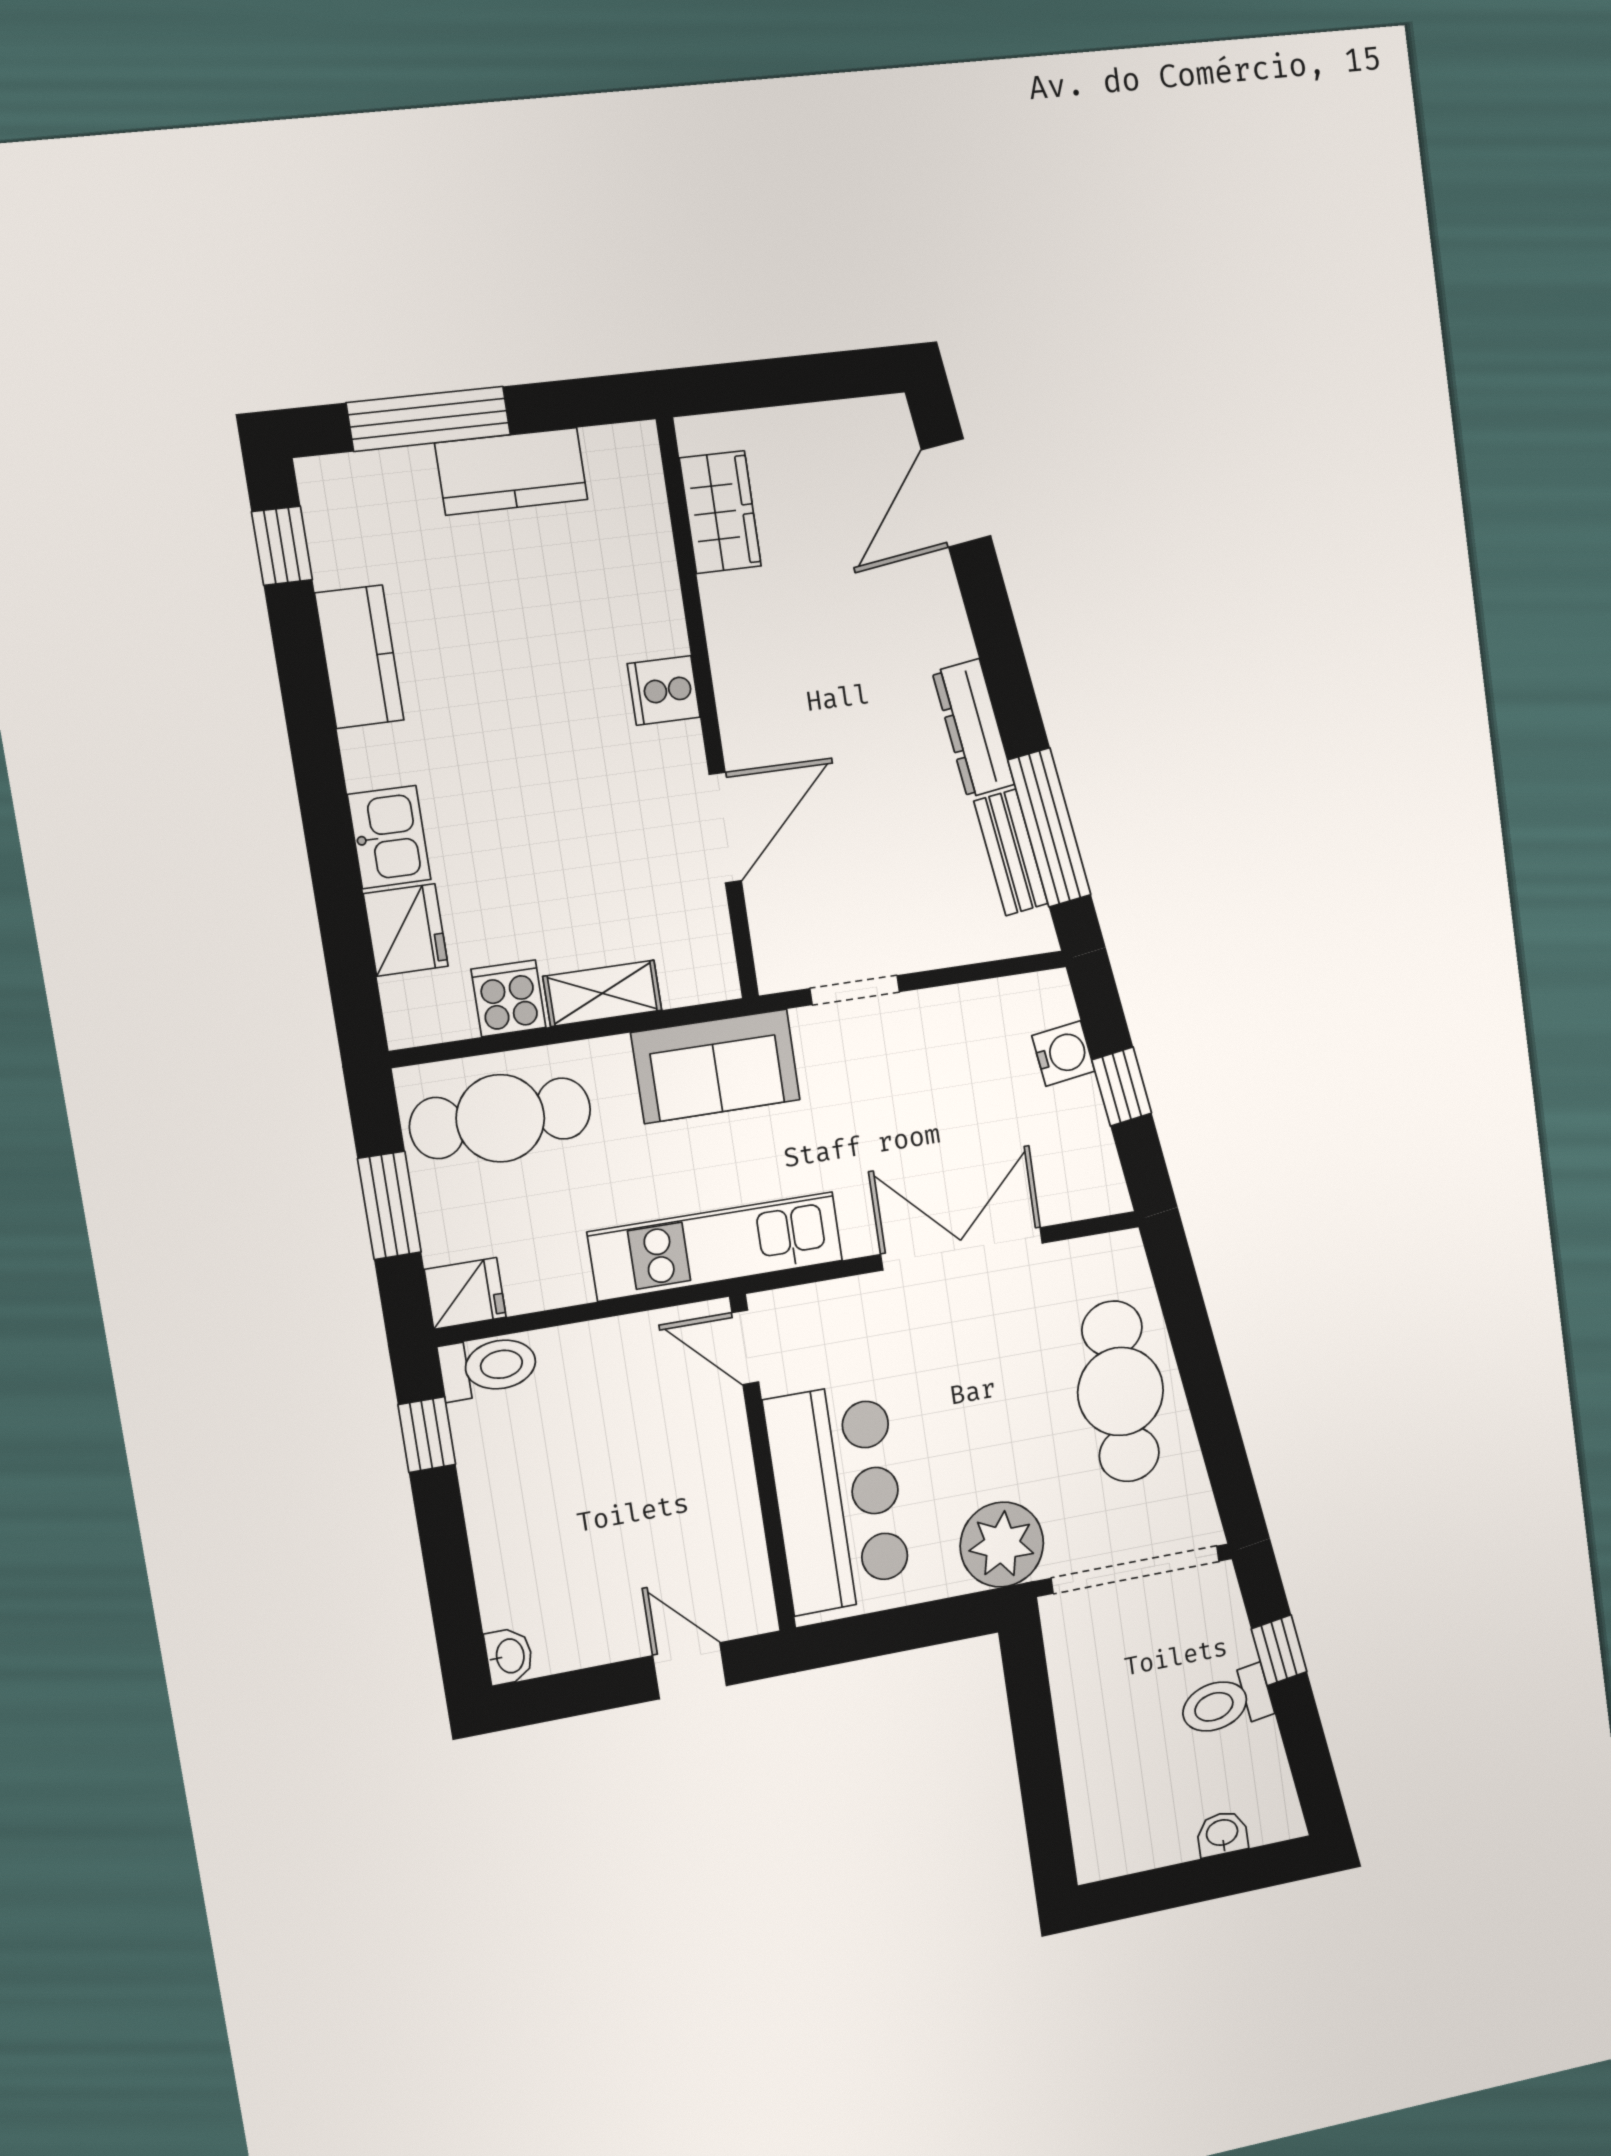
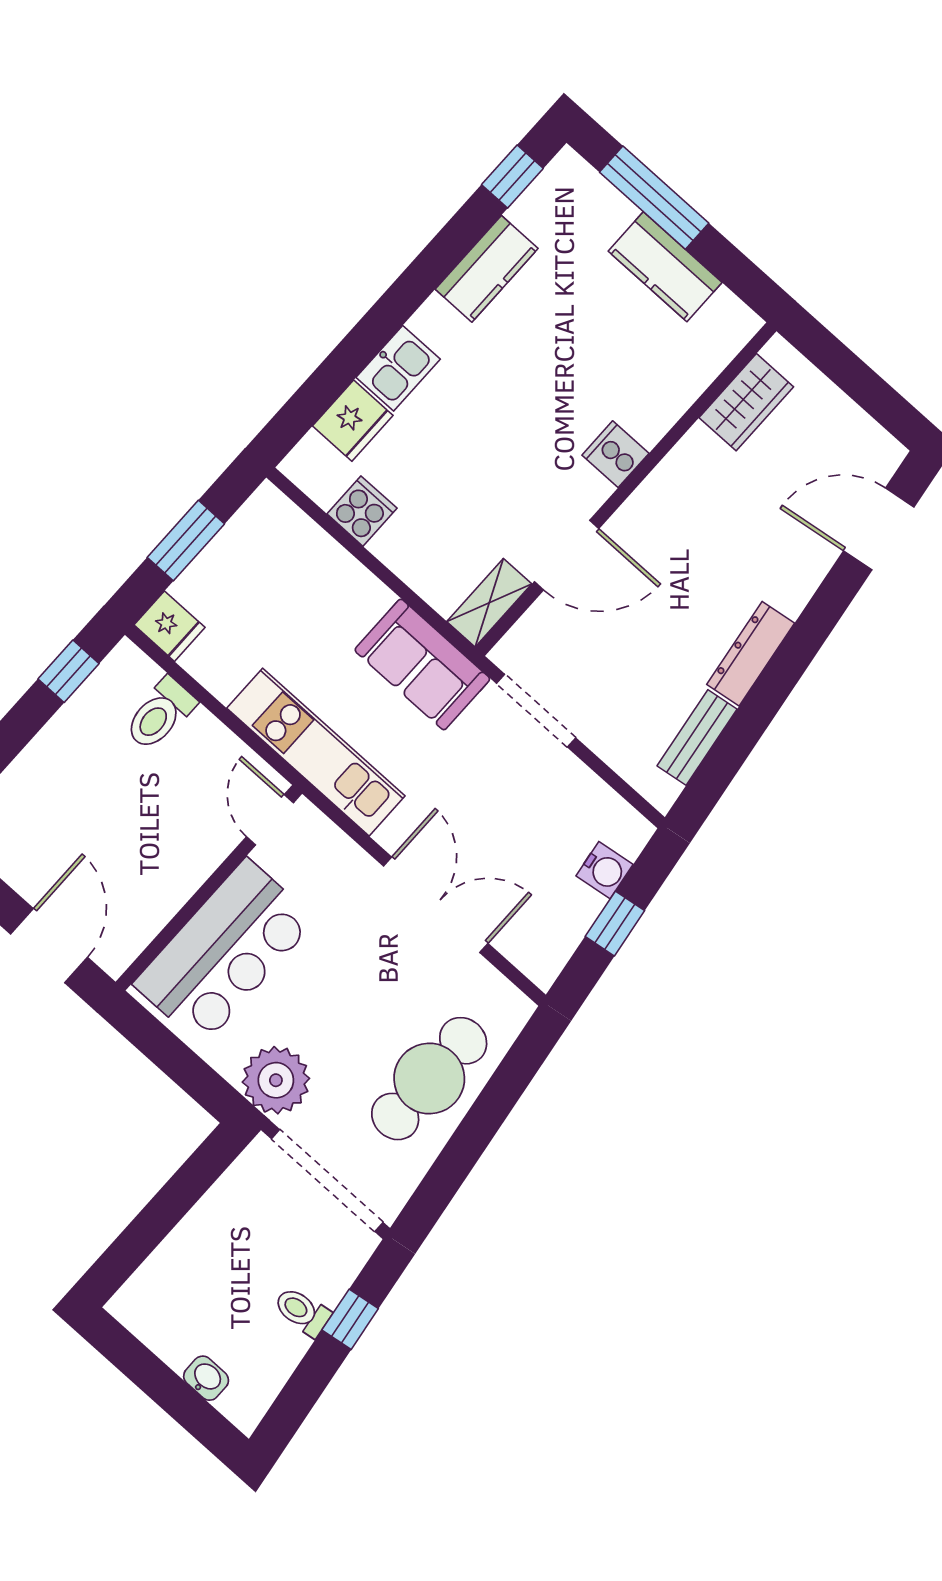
window: (1049, 828) -> (732, 749), removed
doorway: (855, 990) -> (536, 711), width x1.38
shelving: (602, 993) -> (489, 603), moved, turned 90
cafe table: (500, 1118) -> (288, 563), removed
toilet: (488, 1367) -> (160, 714), moved, turned 90
door: (690, 1671) -> (49, 946), width x1.38
toilet: (1226, 1703) -> (302, 1312), width x0.73, depth x0.72

